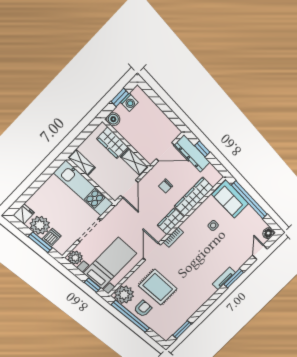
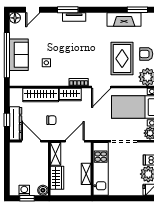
shelving: (82, 163) -> (86, 174), moved
sofa: (230, 199) -> (19, 55), moved
fireplace: (185, 314) -> (124, 19), added

